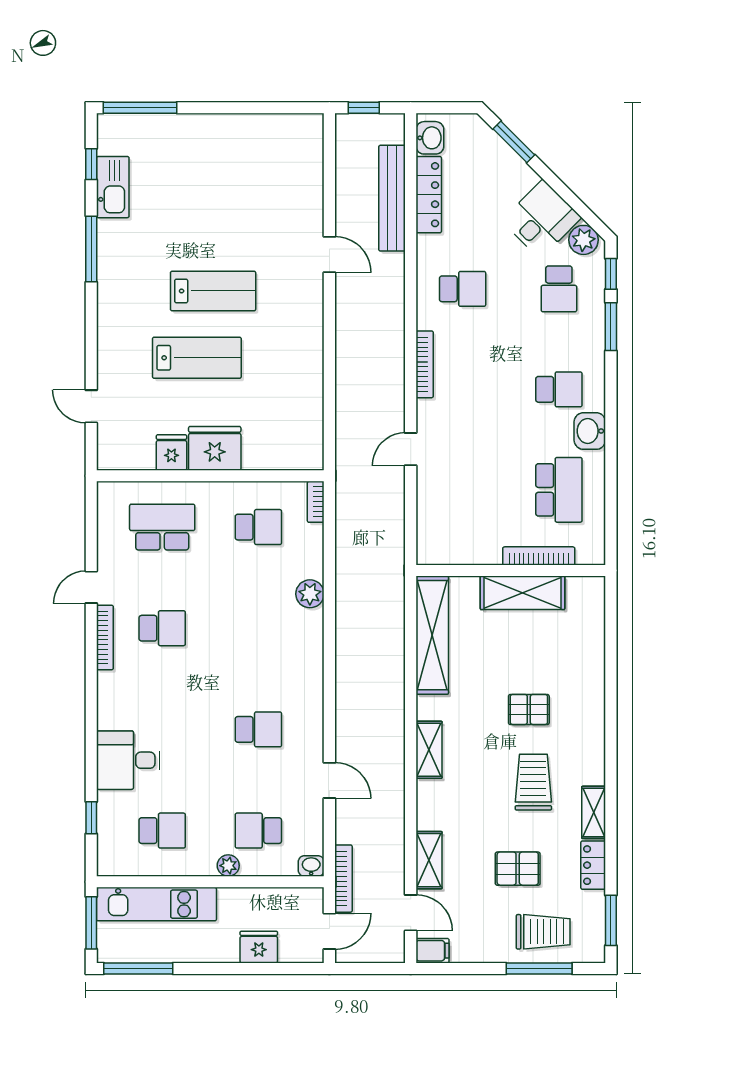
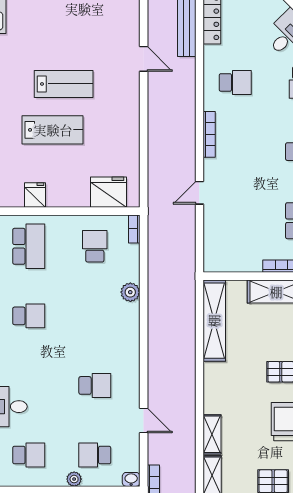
fridge: (215, 448) -> (108, 192), moved
school desk: (162, 527) -> (29, 246), turned 90
school desk: (258, 527) -> (95, 246), turned -90
shelving: (429, 750) -> (212, 434), moved

